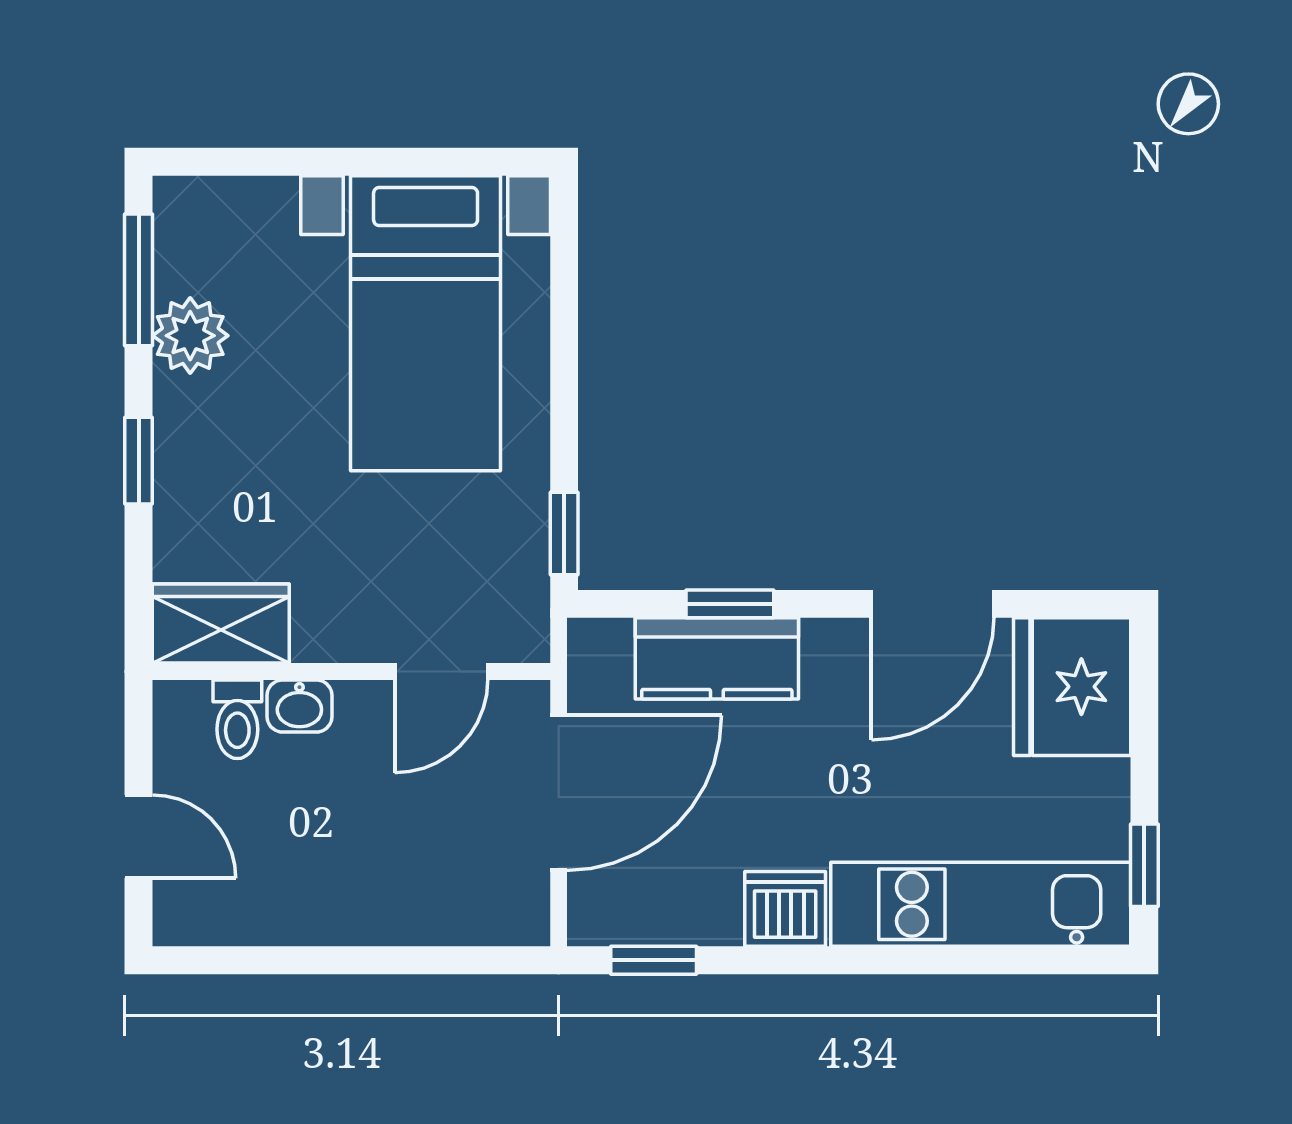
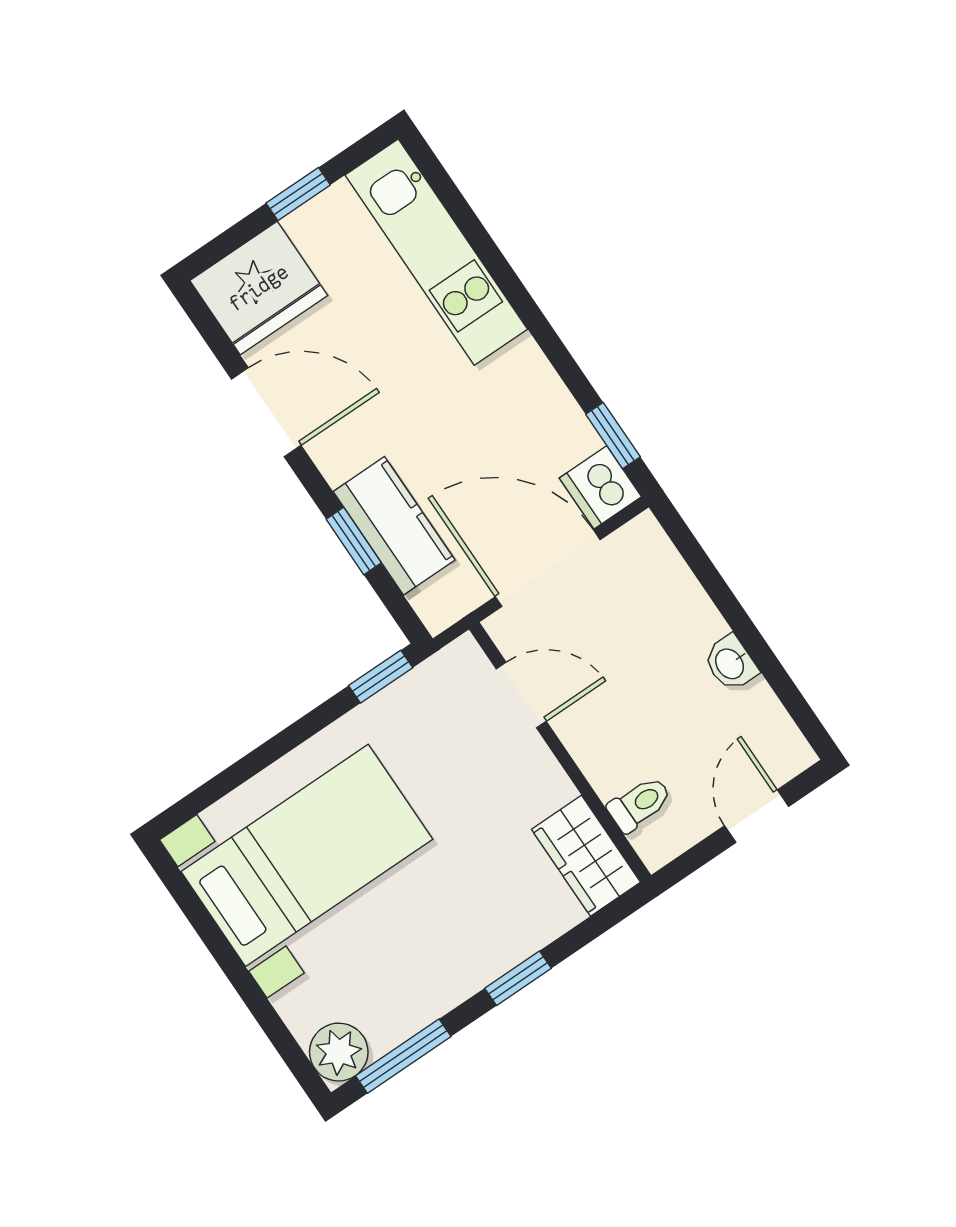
plant: (190, 336) -> (339, 1052), moved
washbasin: (299, 706) -> (731, 663), moved, turned 180
window: (1144, 865) -> (298, 194), moved
dishwasher: (785, 909) -> (600, 487), moved

